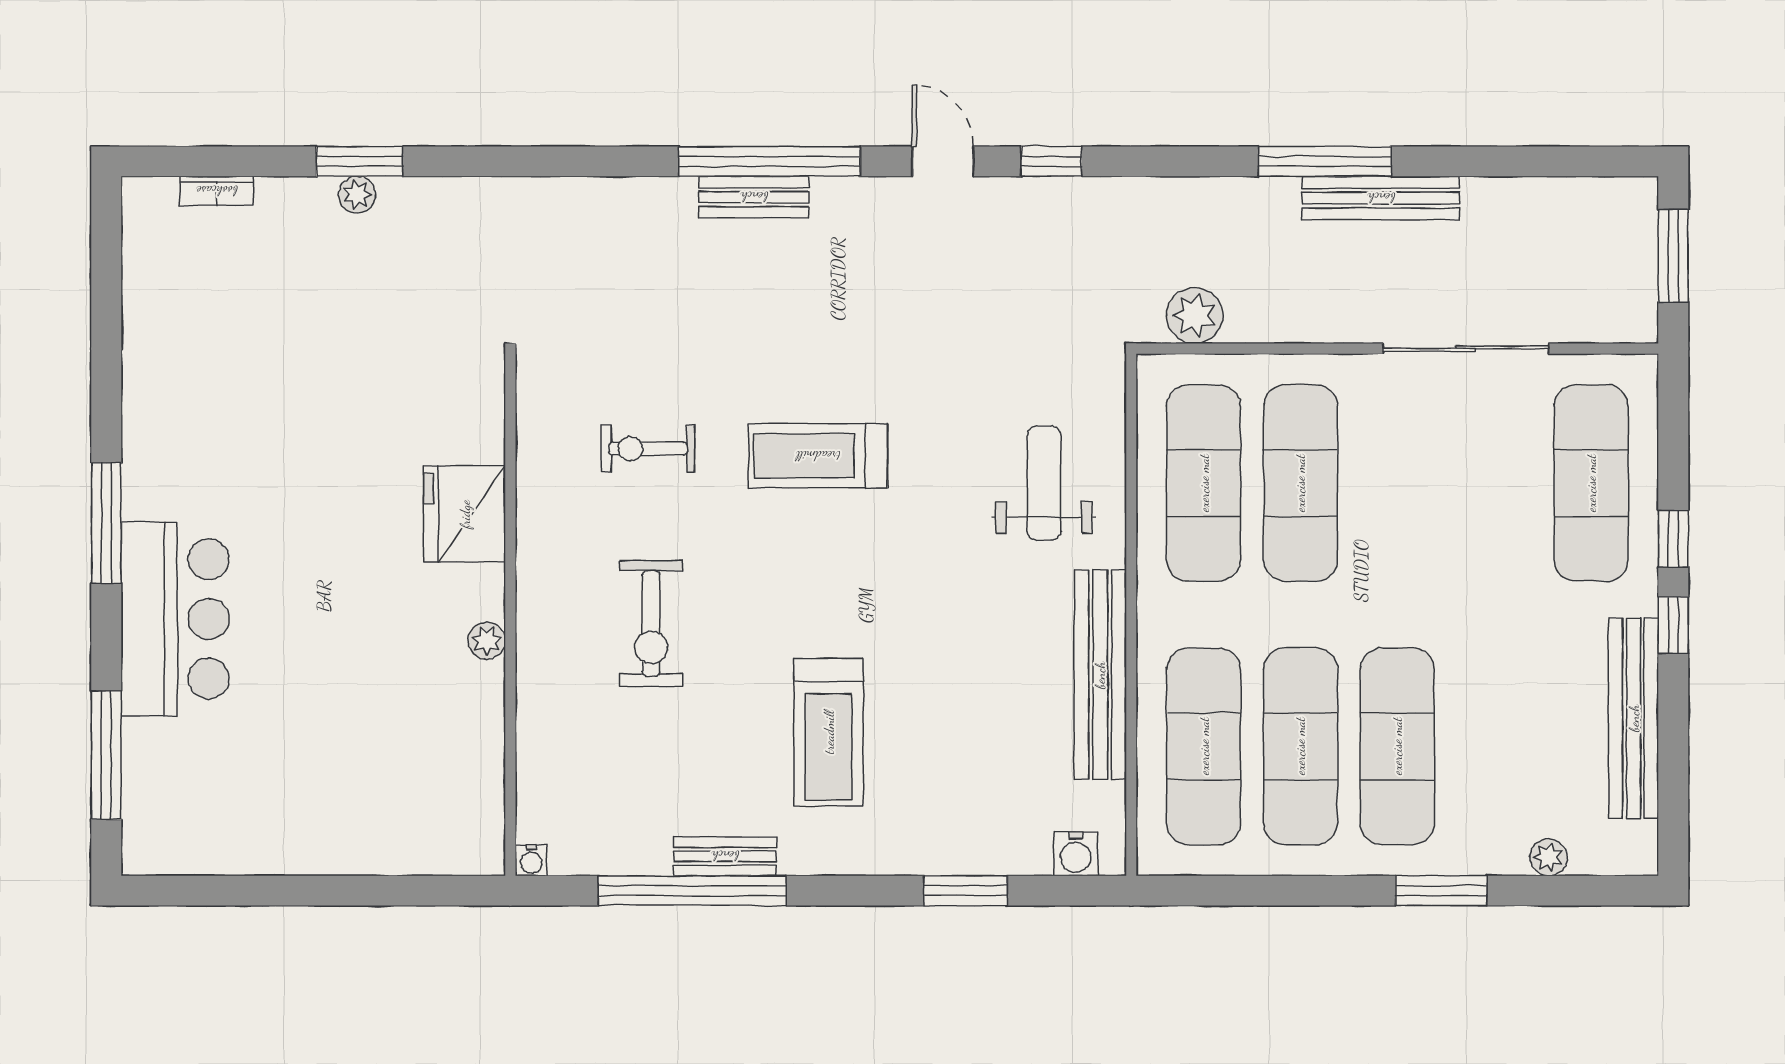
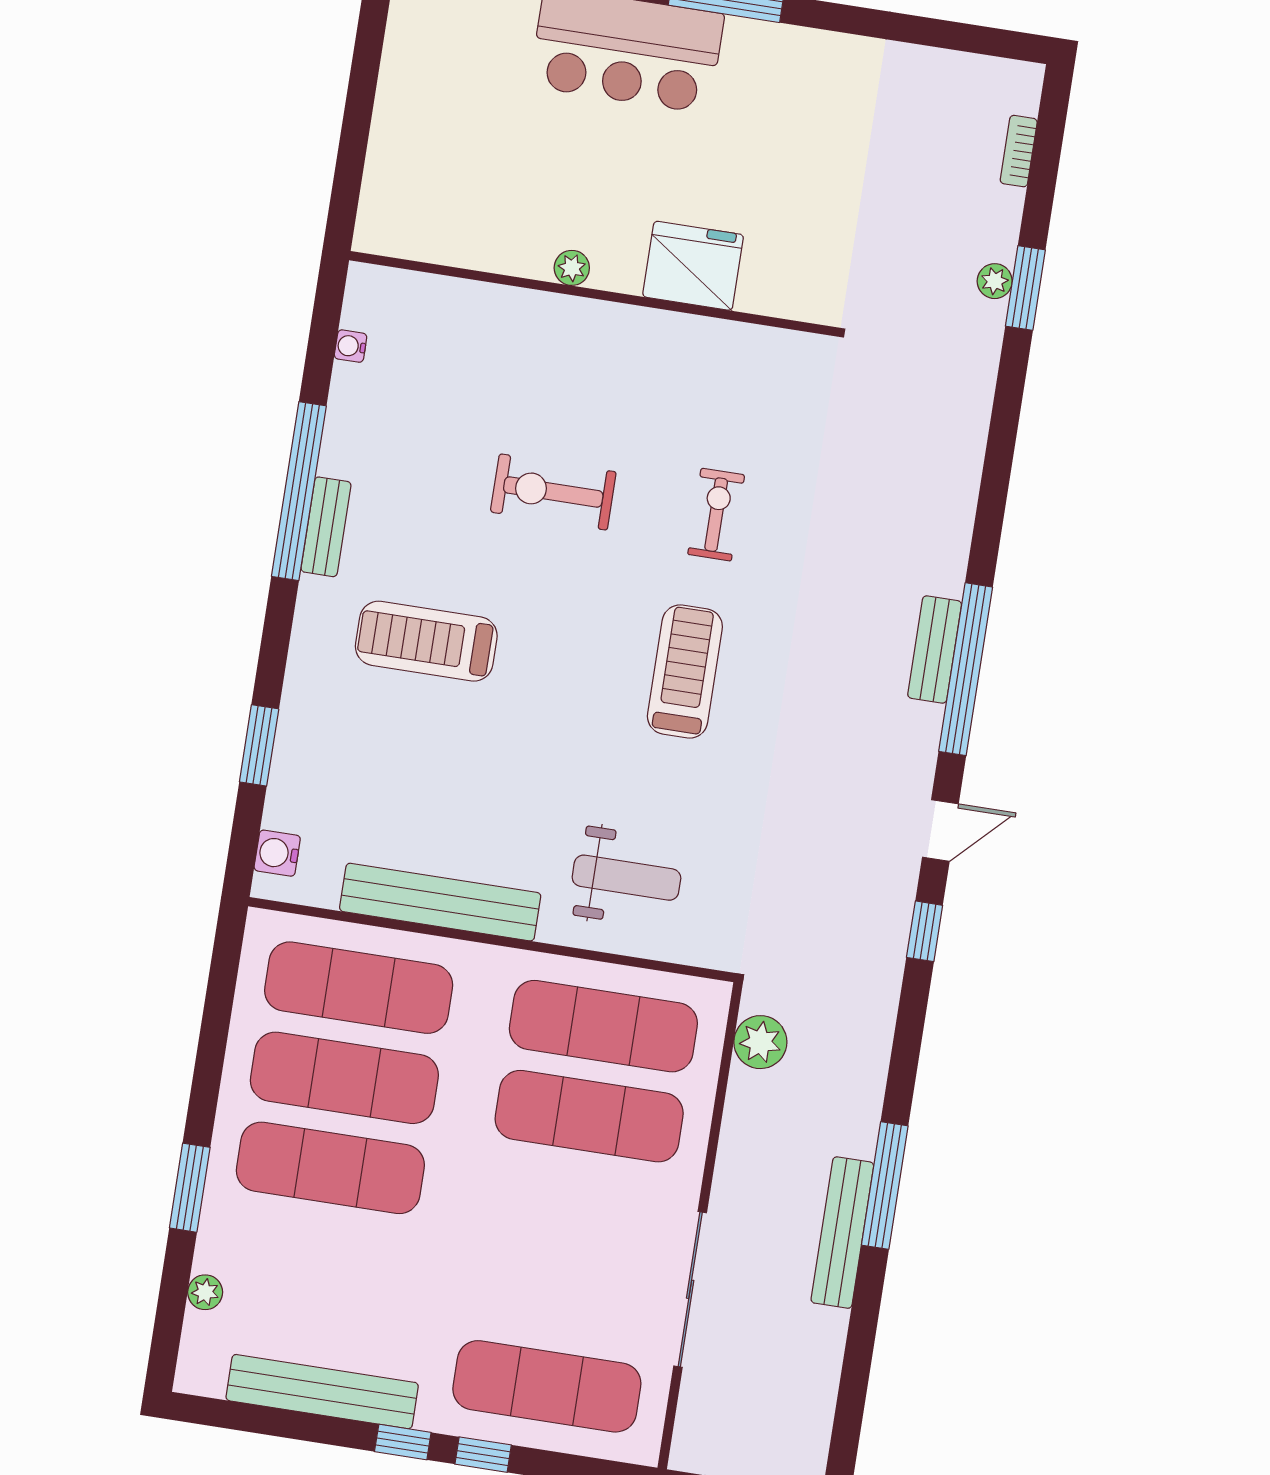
fridge: (465, 514) -> (693, 266), moved
wall: (510, 615) -> (593, 294), moved
plant: (487, 641) -> (572, 268), moved

